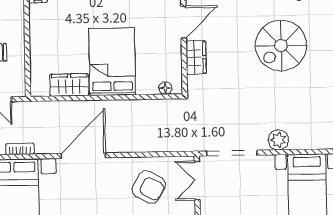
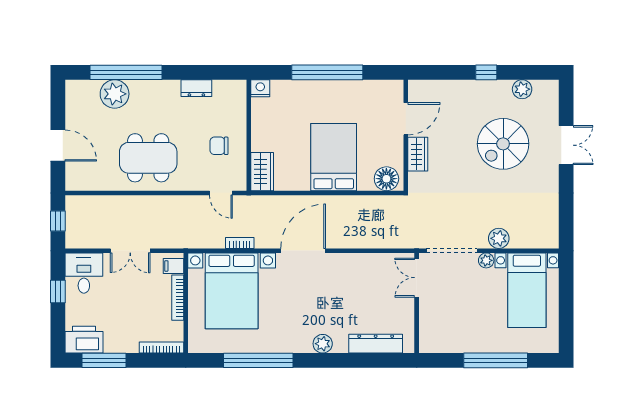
wardrobe: (69, 85) -> (262, 172), moved, turned 90
floor lamp: (165, 88) -> (386, 179), width x1.89, depth x1.89
plant: (266, 162) -> (486, 260), added
armchair: (149, 187) -> (368, 283), removed

